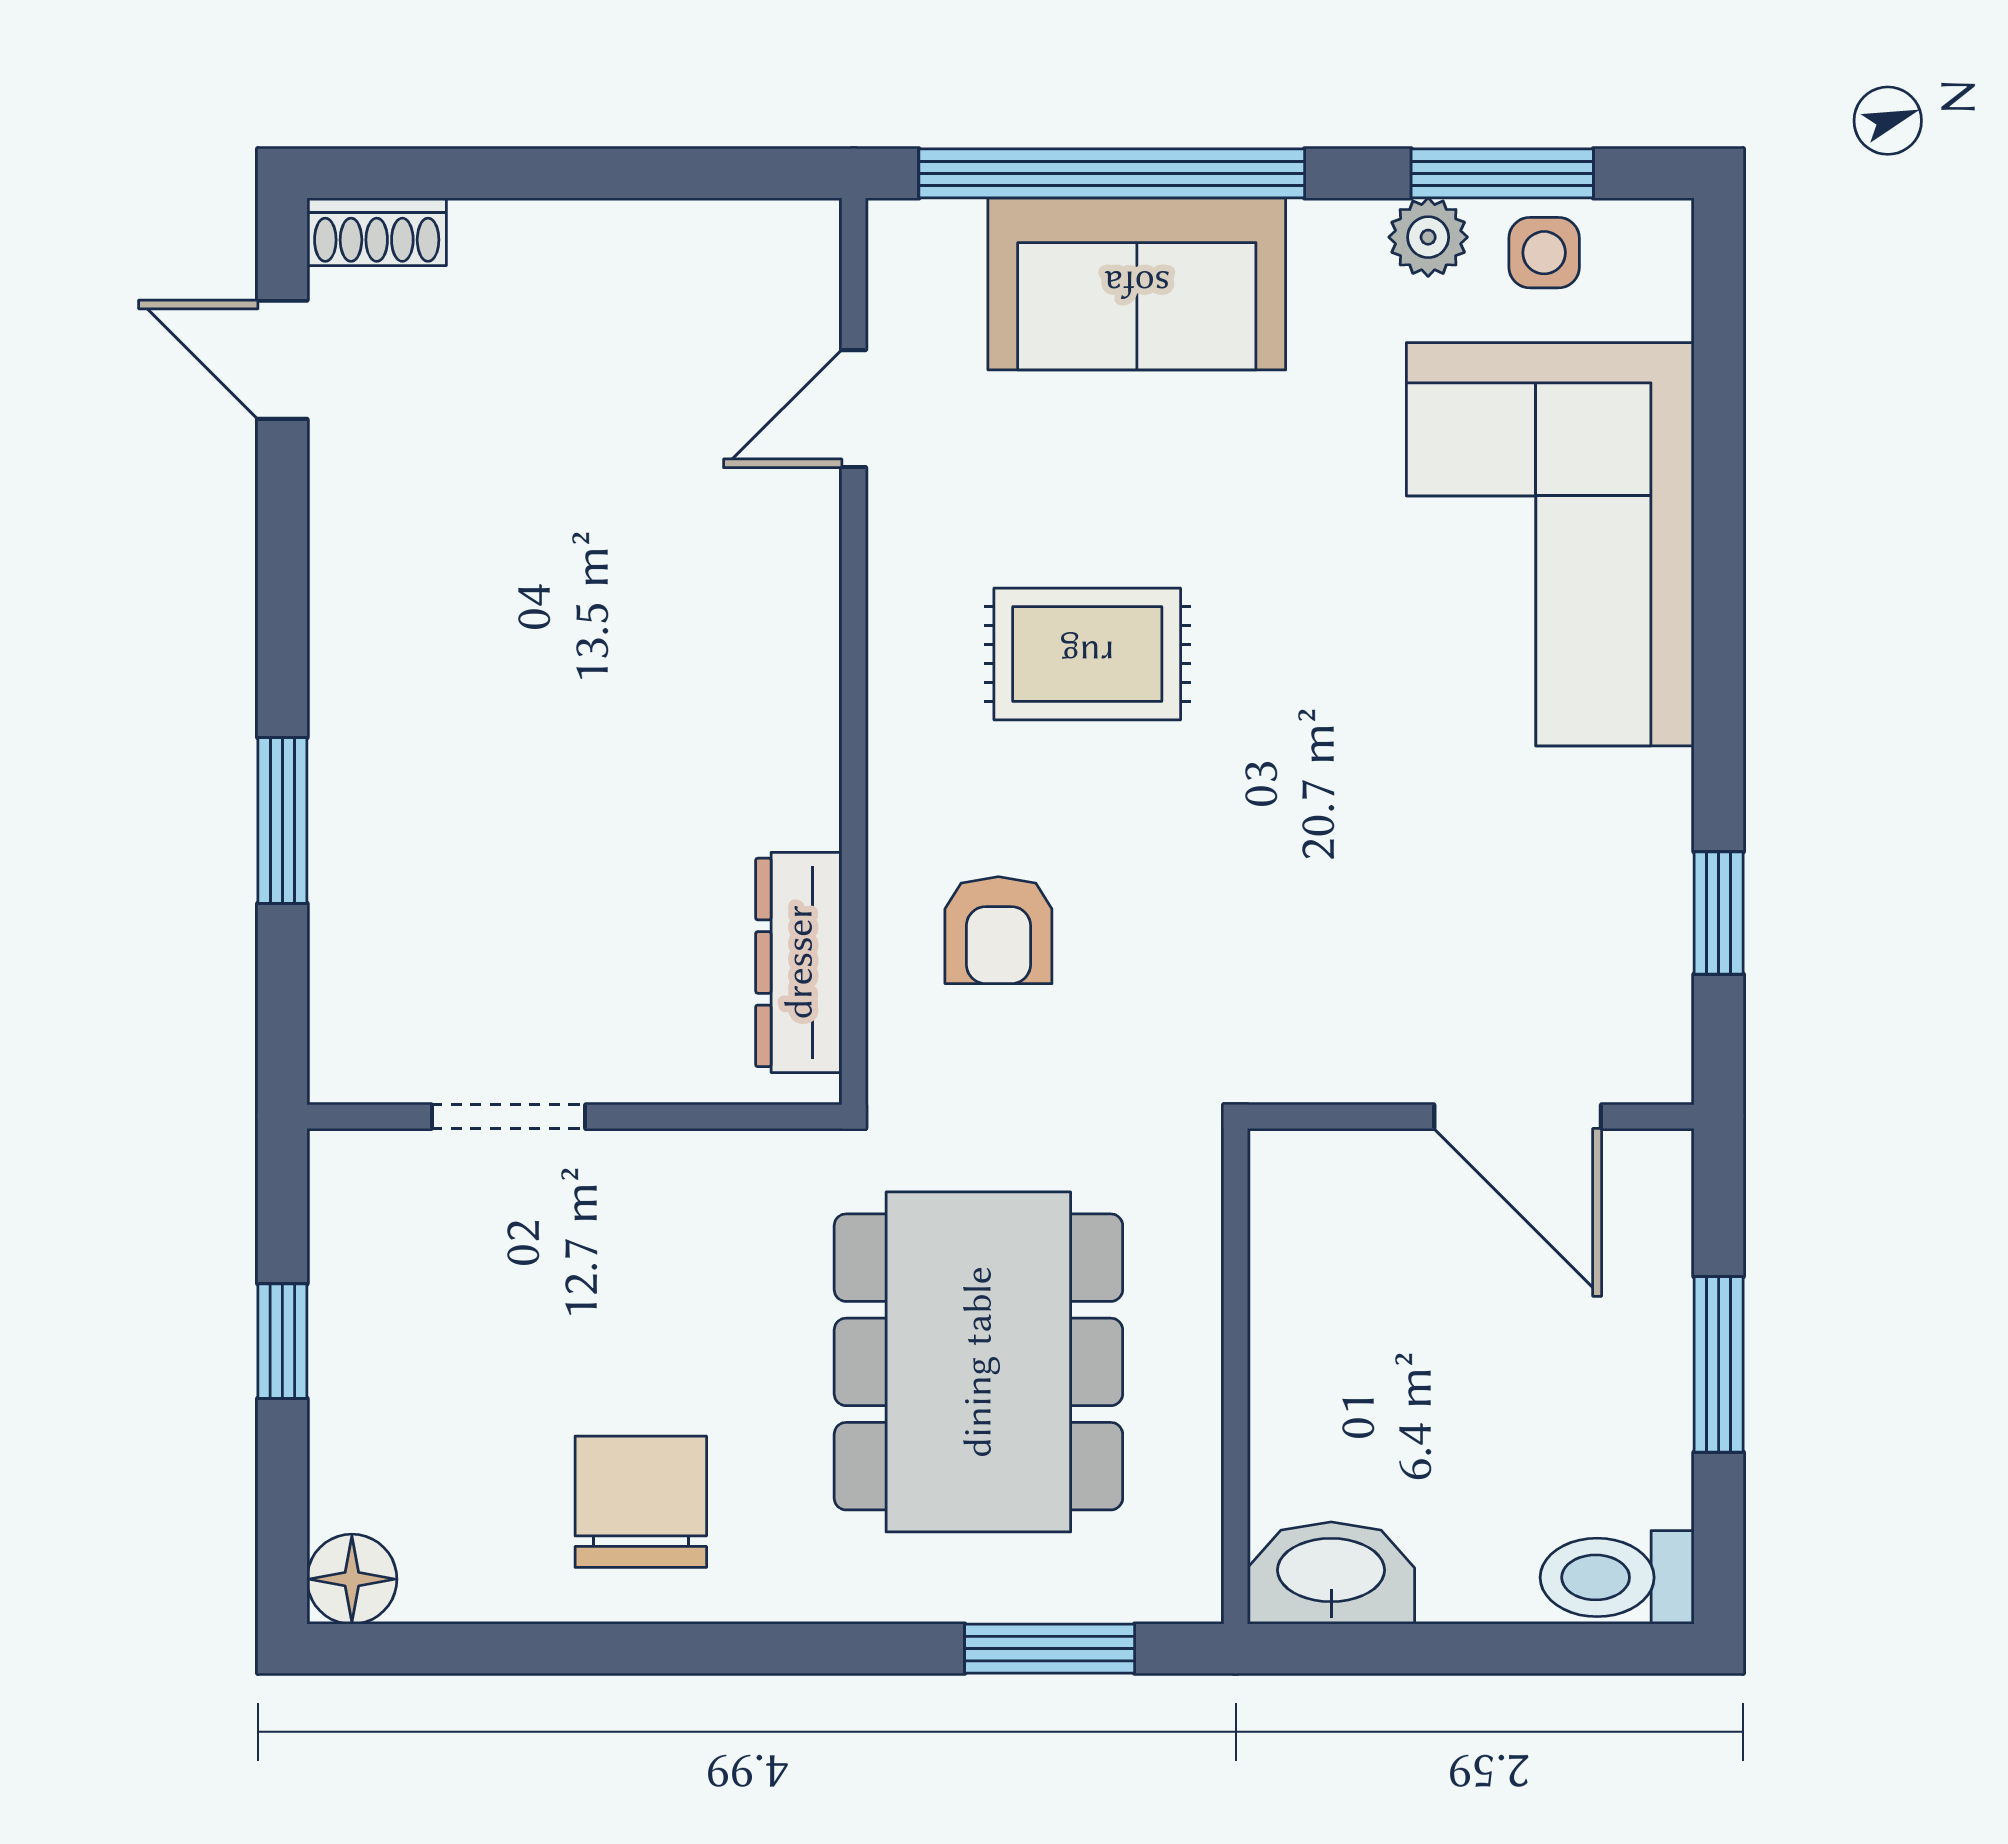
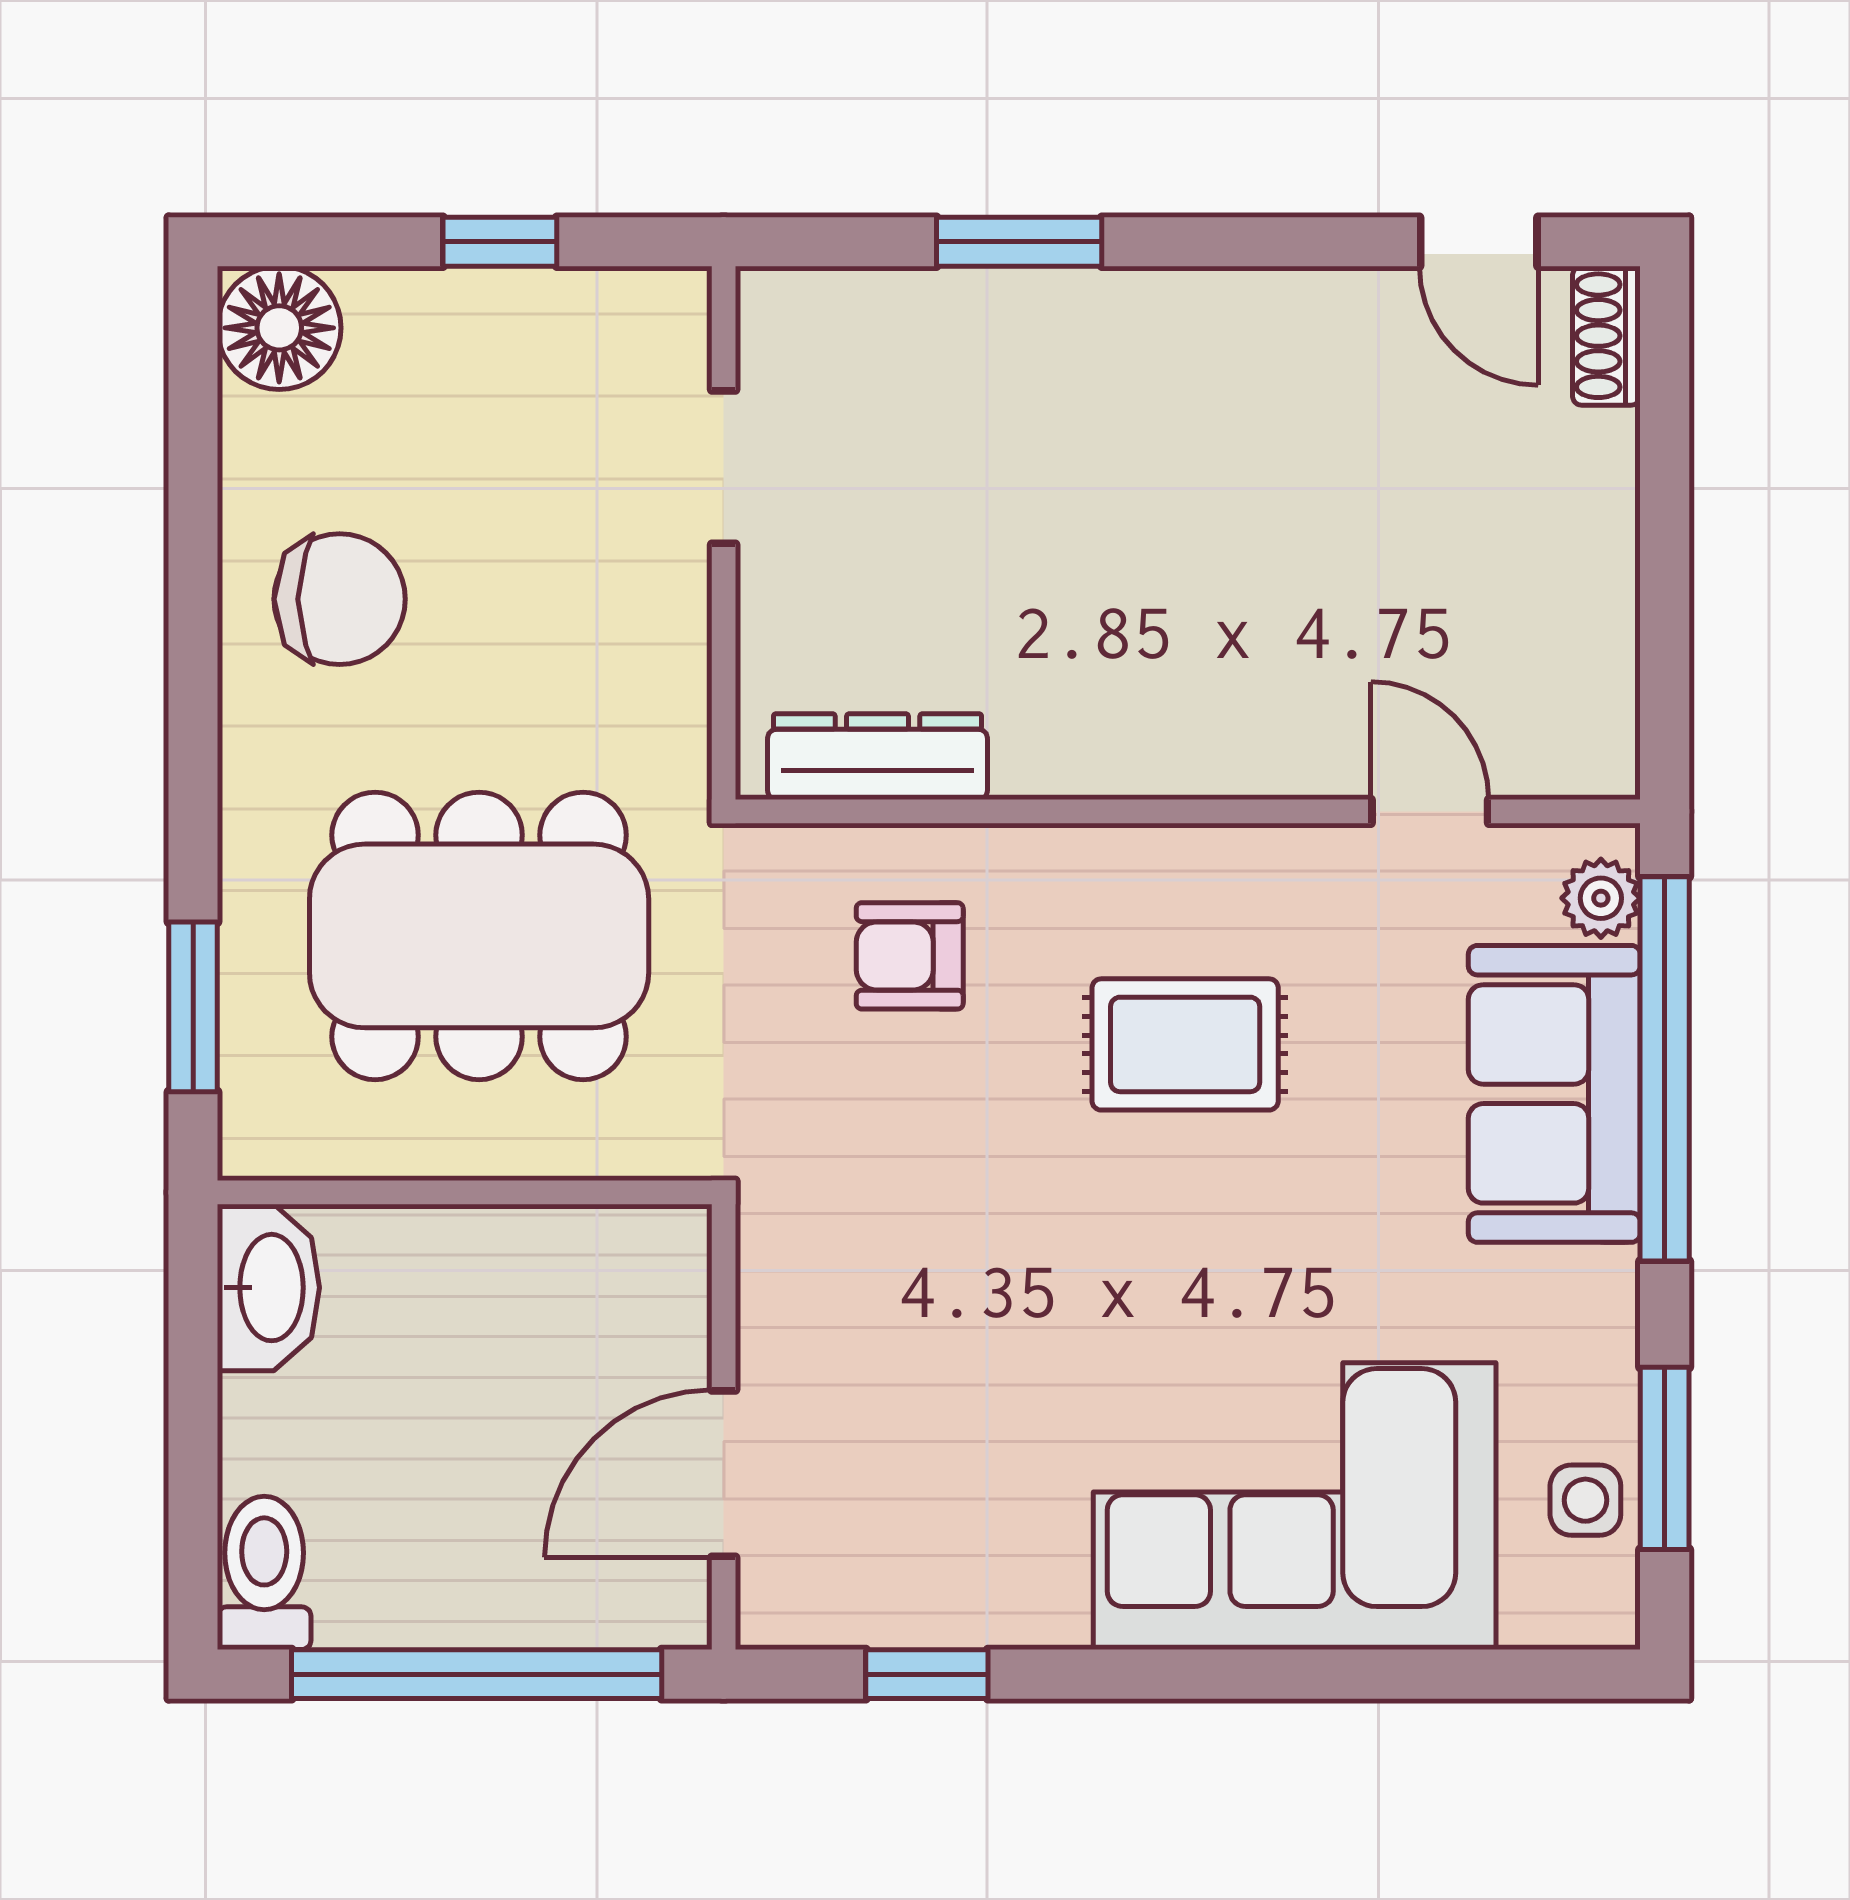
plant: (1428, 237) -> (1601, 898), moved
door: (282, 360) -> (1479, 242), swing flipped
rug: (1087, 654) -> (1185, 1044), turned 90
window: (1719, 1364) -> (477, 1674), width x2.11
floor lamp: (352, 1579) -> (279, 328), width x1.38, depth x1.38

